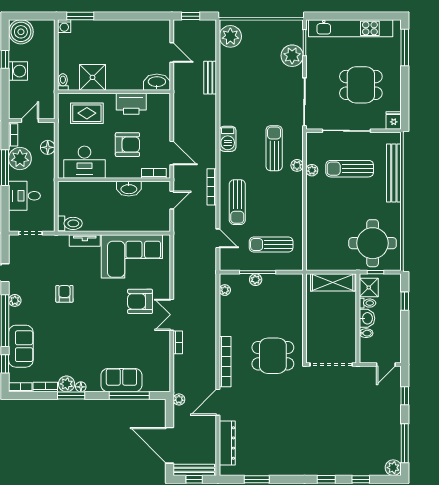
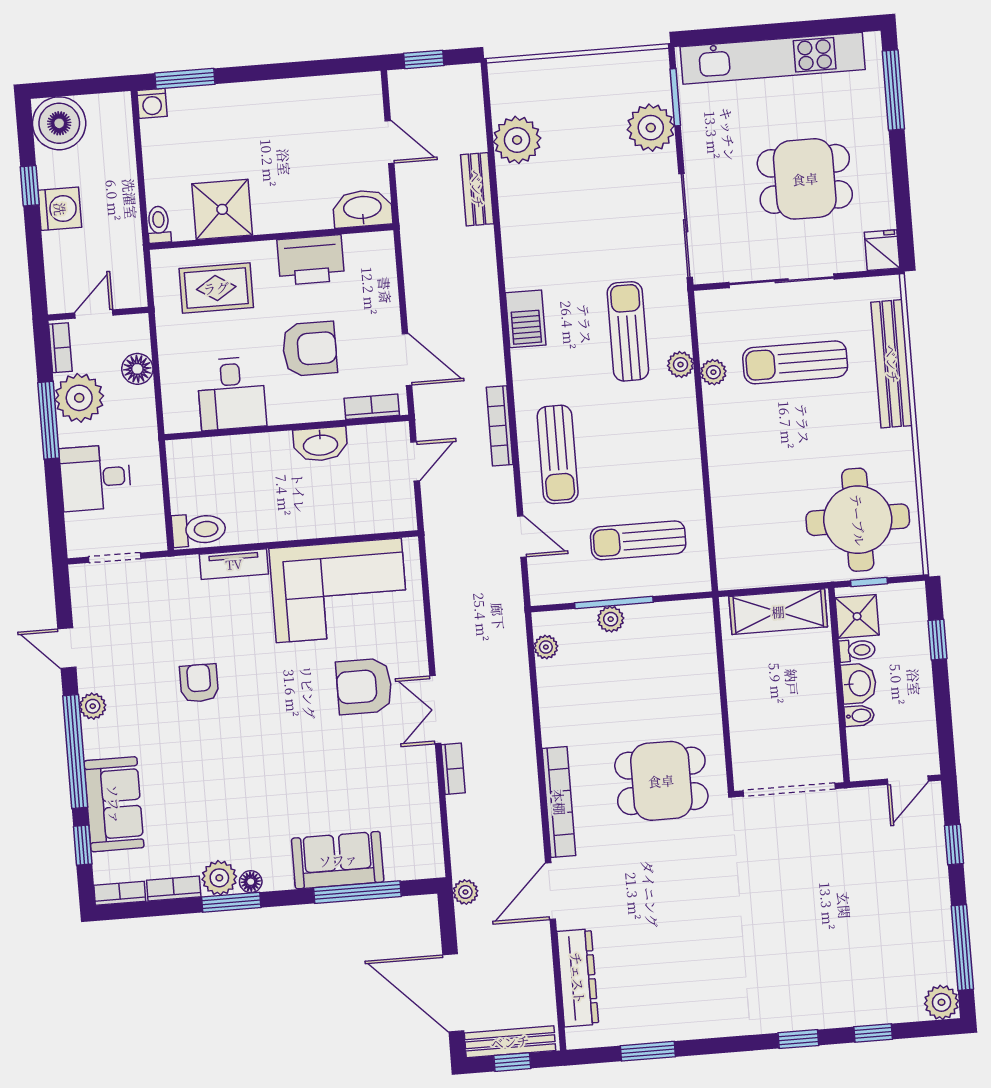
plant: (230, 36) -> (517, 140), moved
desk: (84, 162) -> (232, 394), width x0.73

